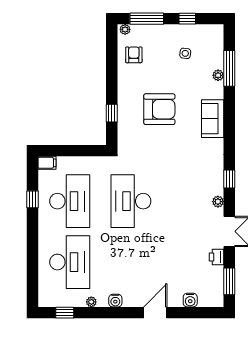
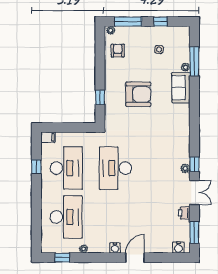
sofa: (213, 119) -> (181, 88), moved
window: (229, 179) -> (194, 164), moved
water cooler: (190, 300) -> (178, 248), moved
water cooler: (115, 301) -> (115, 248), moved

